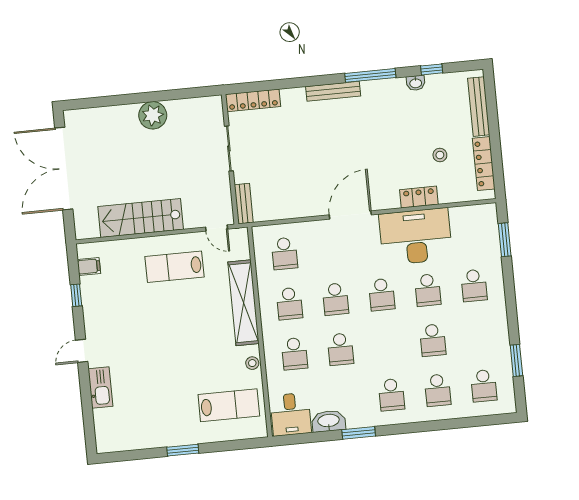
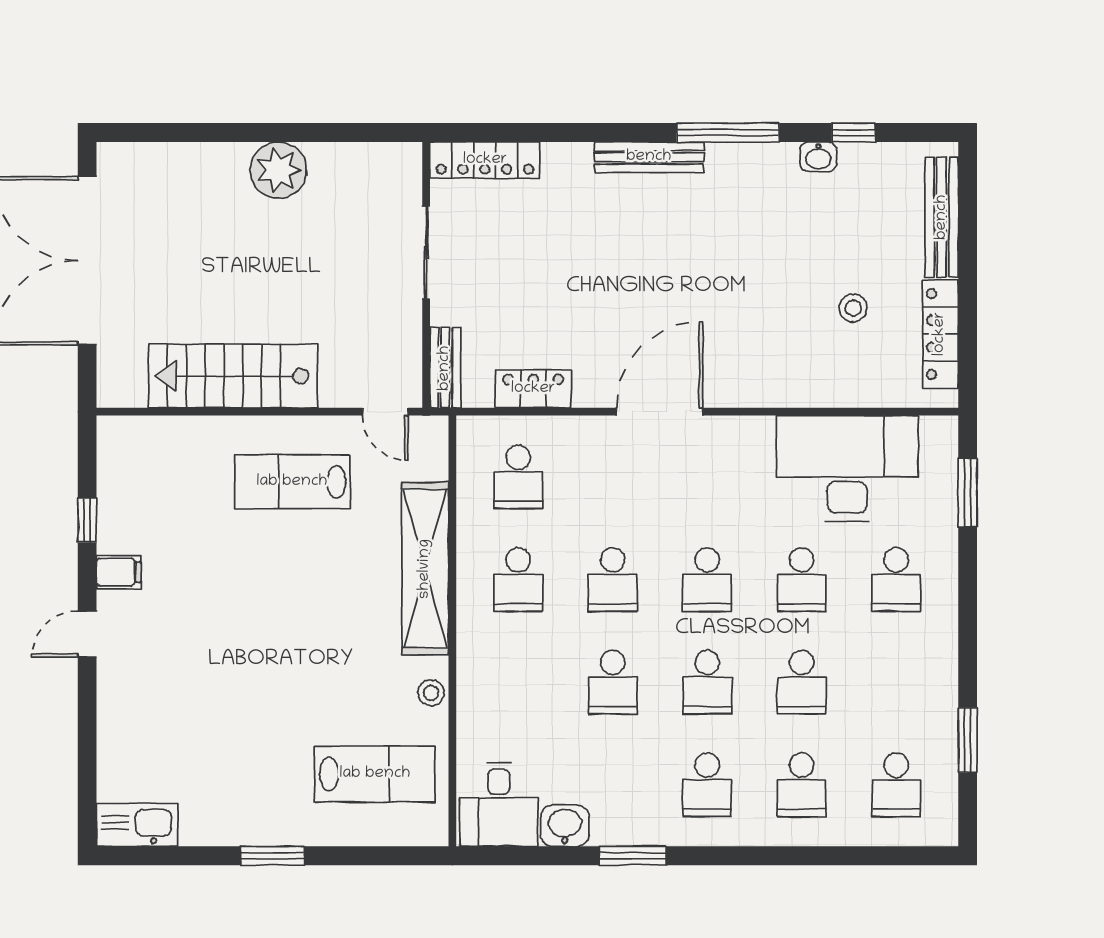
locker: (419, 197) -> (533, 389), moved
desk: (416, 237) -> (847, 469), moved
filing cabinet: (89, 266) -> (119, 572), moved
school desk: (294, 354) -> (707, 682), moved
kitchen sink: (100, 388) -> (137, 825), moved, turned -90
washbasin: (329, 421) -> (565, 826), width x0.72

